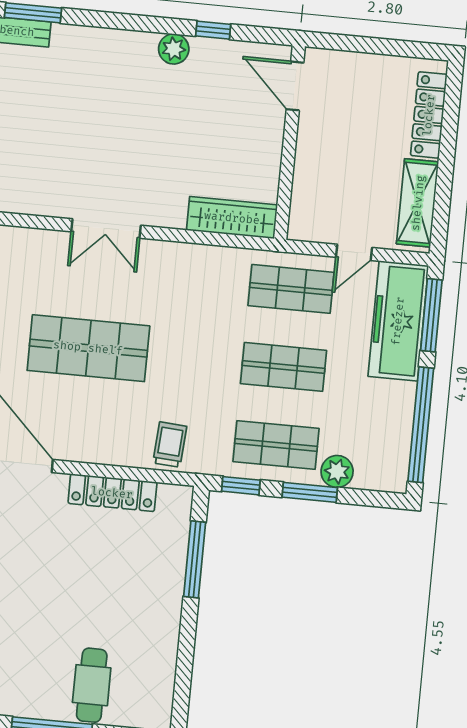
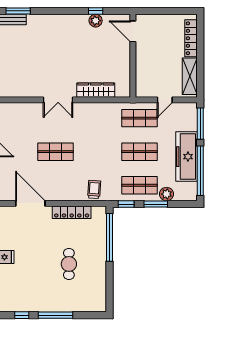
plant: (174, 49) -> (96, 21), moved
wardrobe: (232, 218) -> (96, 90), moved
freezer: (398, 321) -> (186, 157), moved
shop shelf: (88, 348) -> (55, 152), width x0.70, depth x0.74
window: (195, 559) -> (109, 237), width x1.46
cafe table: (92, 685) -> (69, 264), moved

